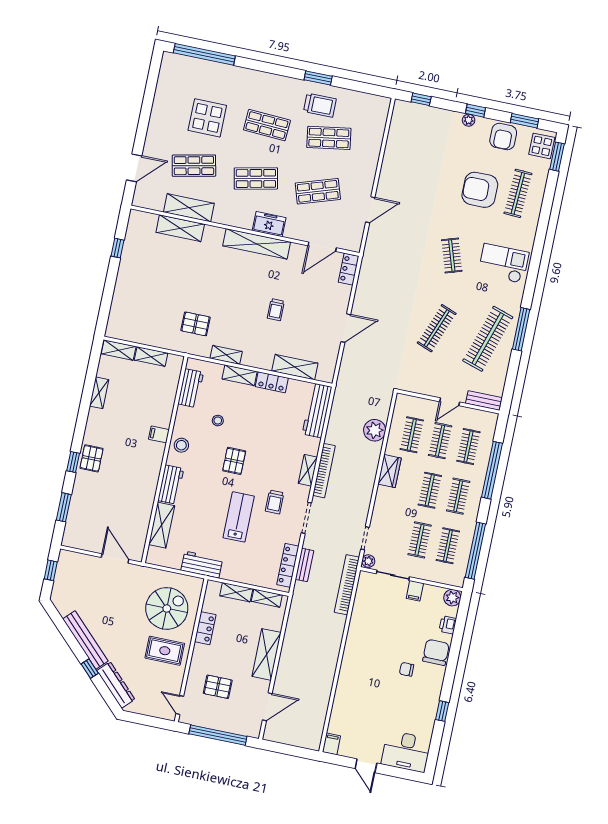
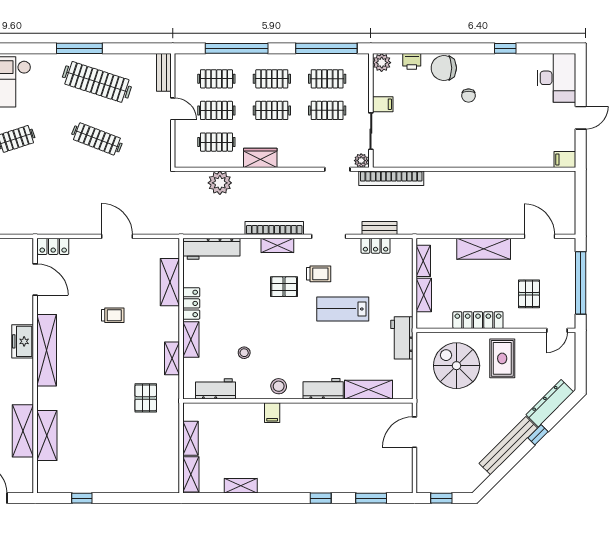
pallet: (91, 458) -> (313, 479), removed
pallet: (234, 461) -> (284, 287), moved
locker: (288, 565) -> (376, 246), width x0.66
locker: (205, 628) -> (478, 320), width x1.53

